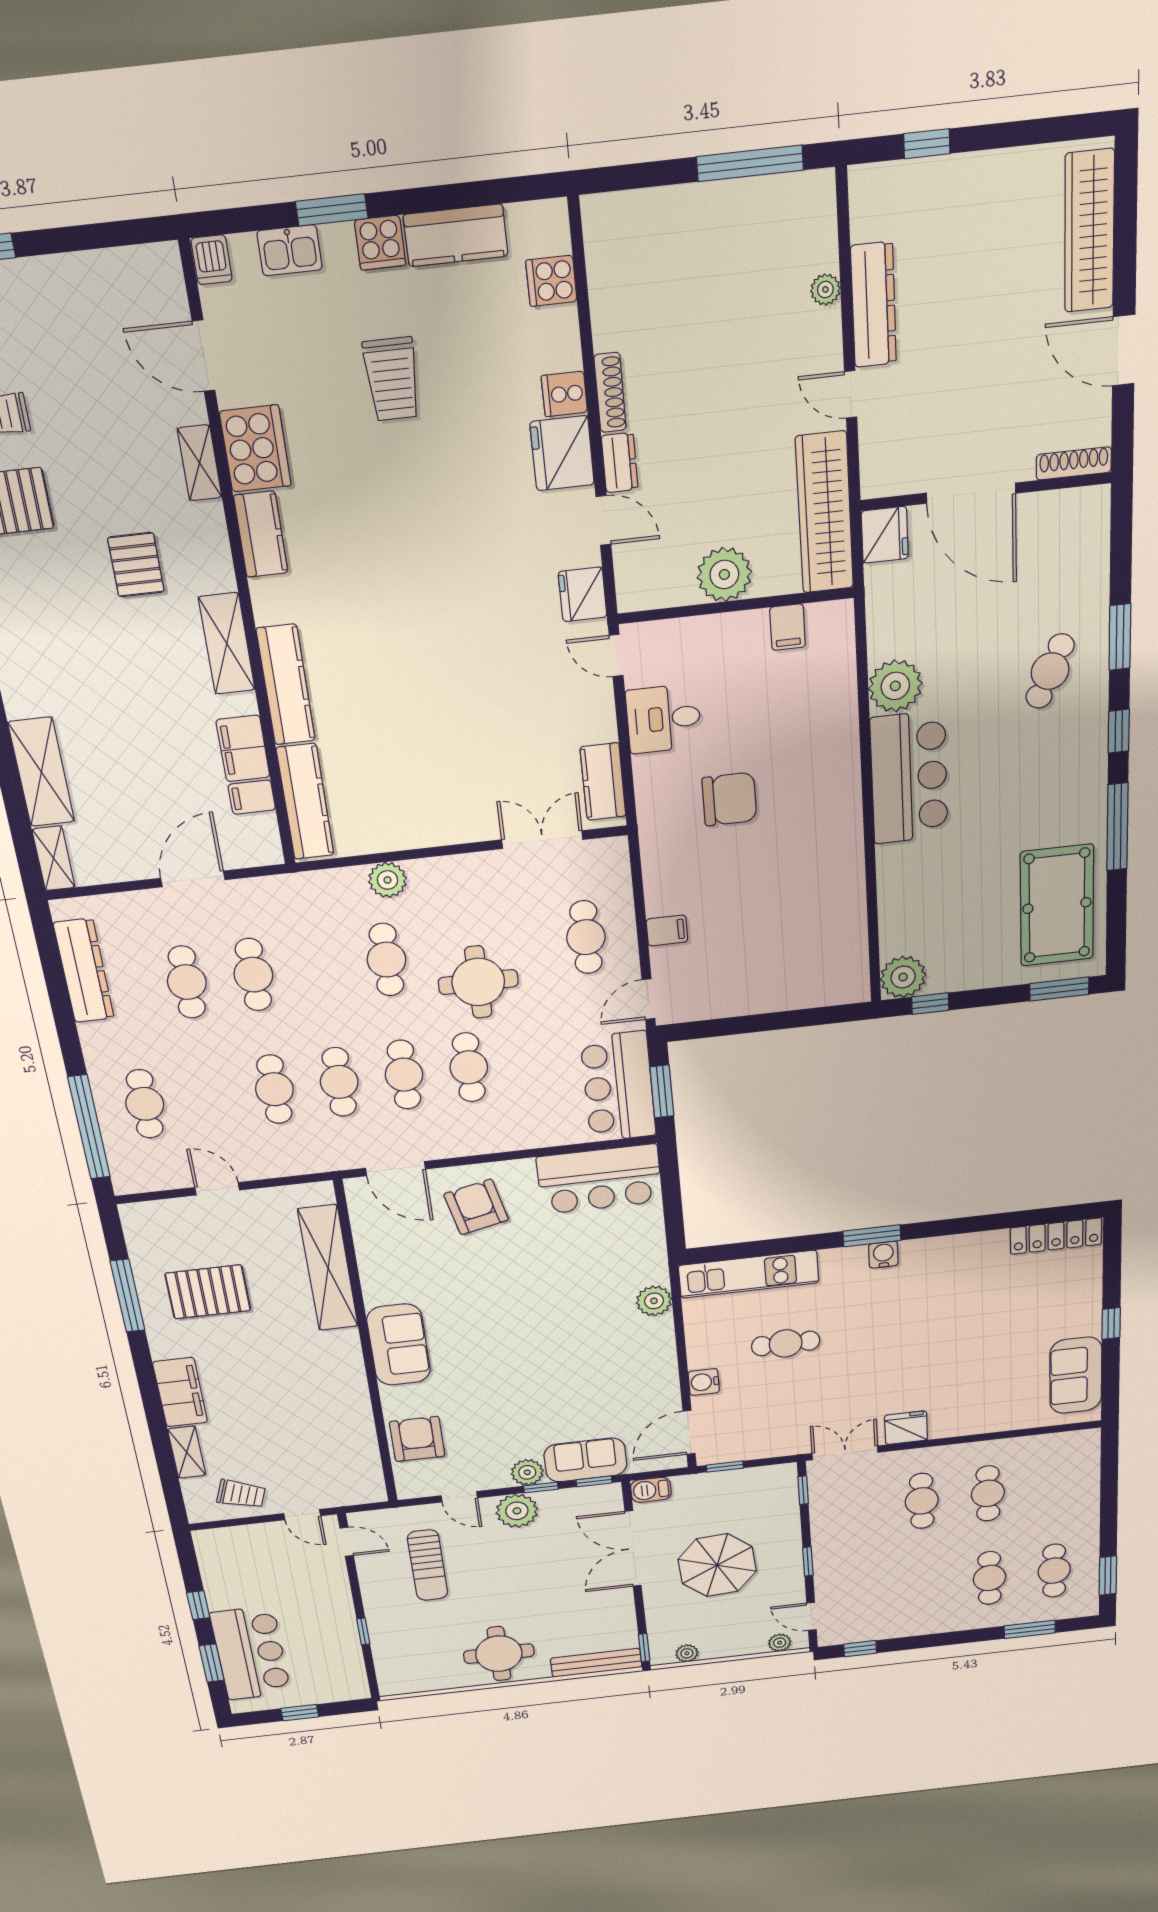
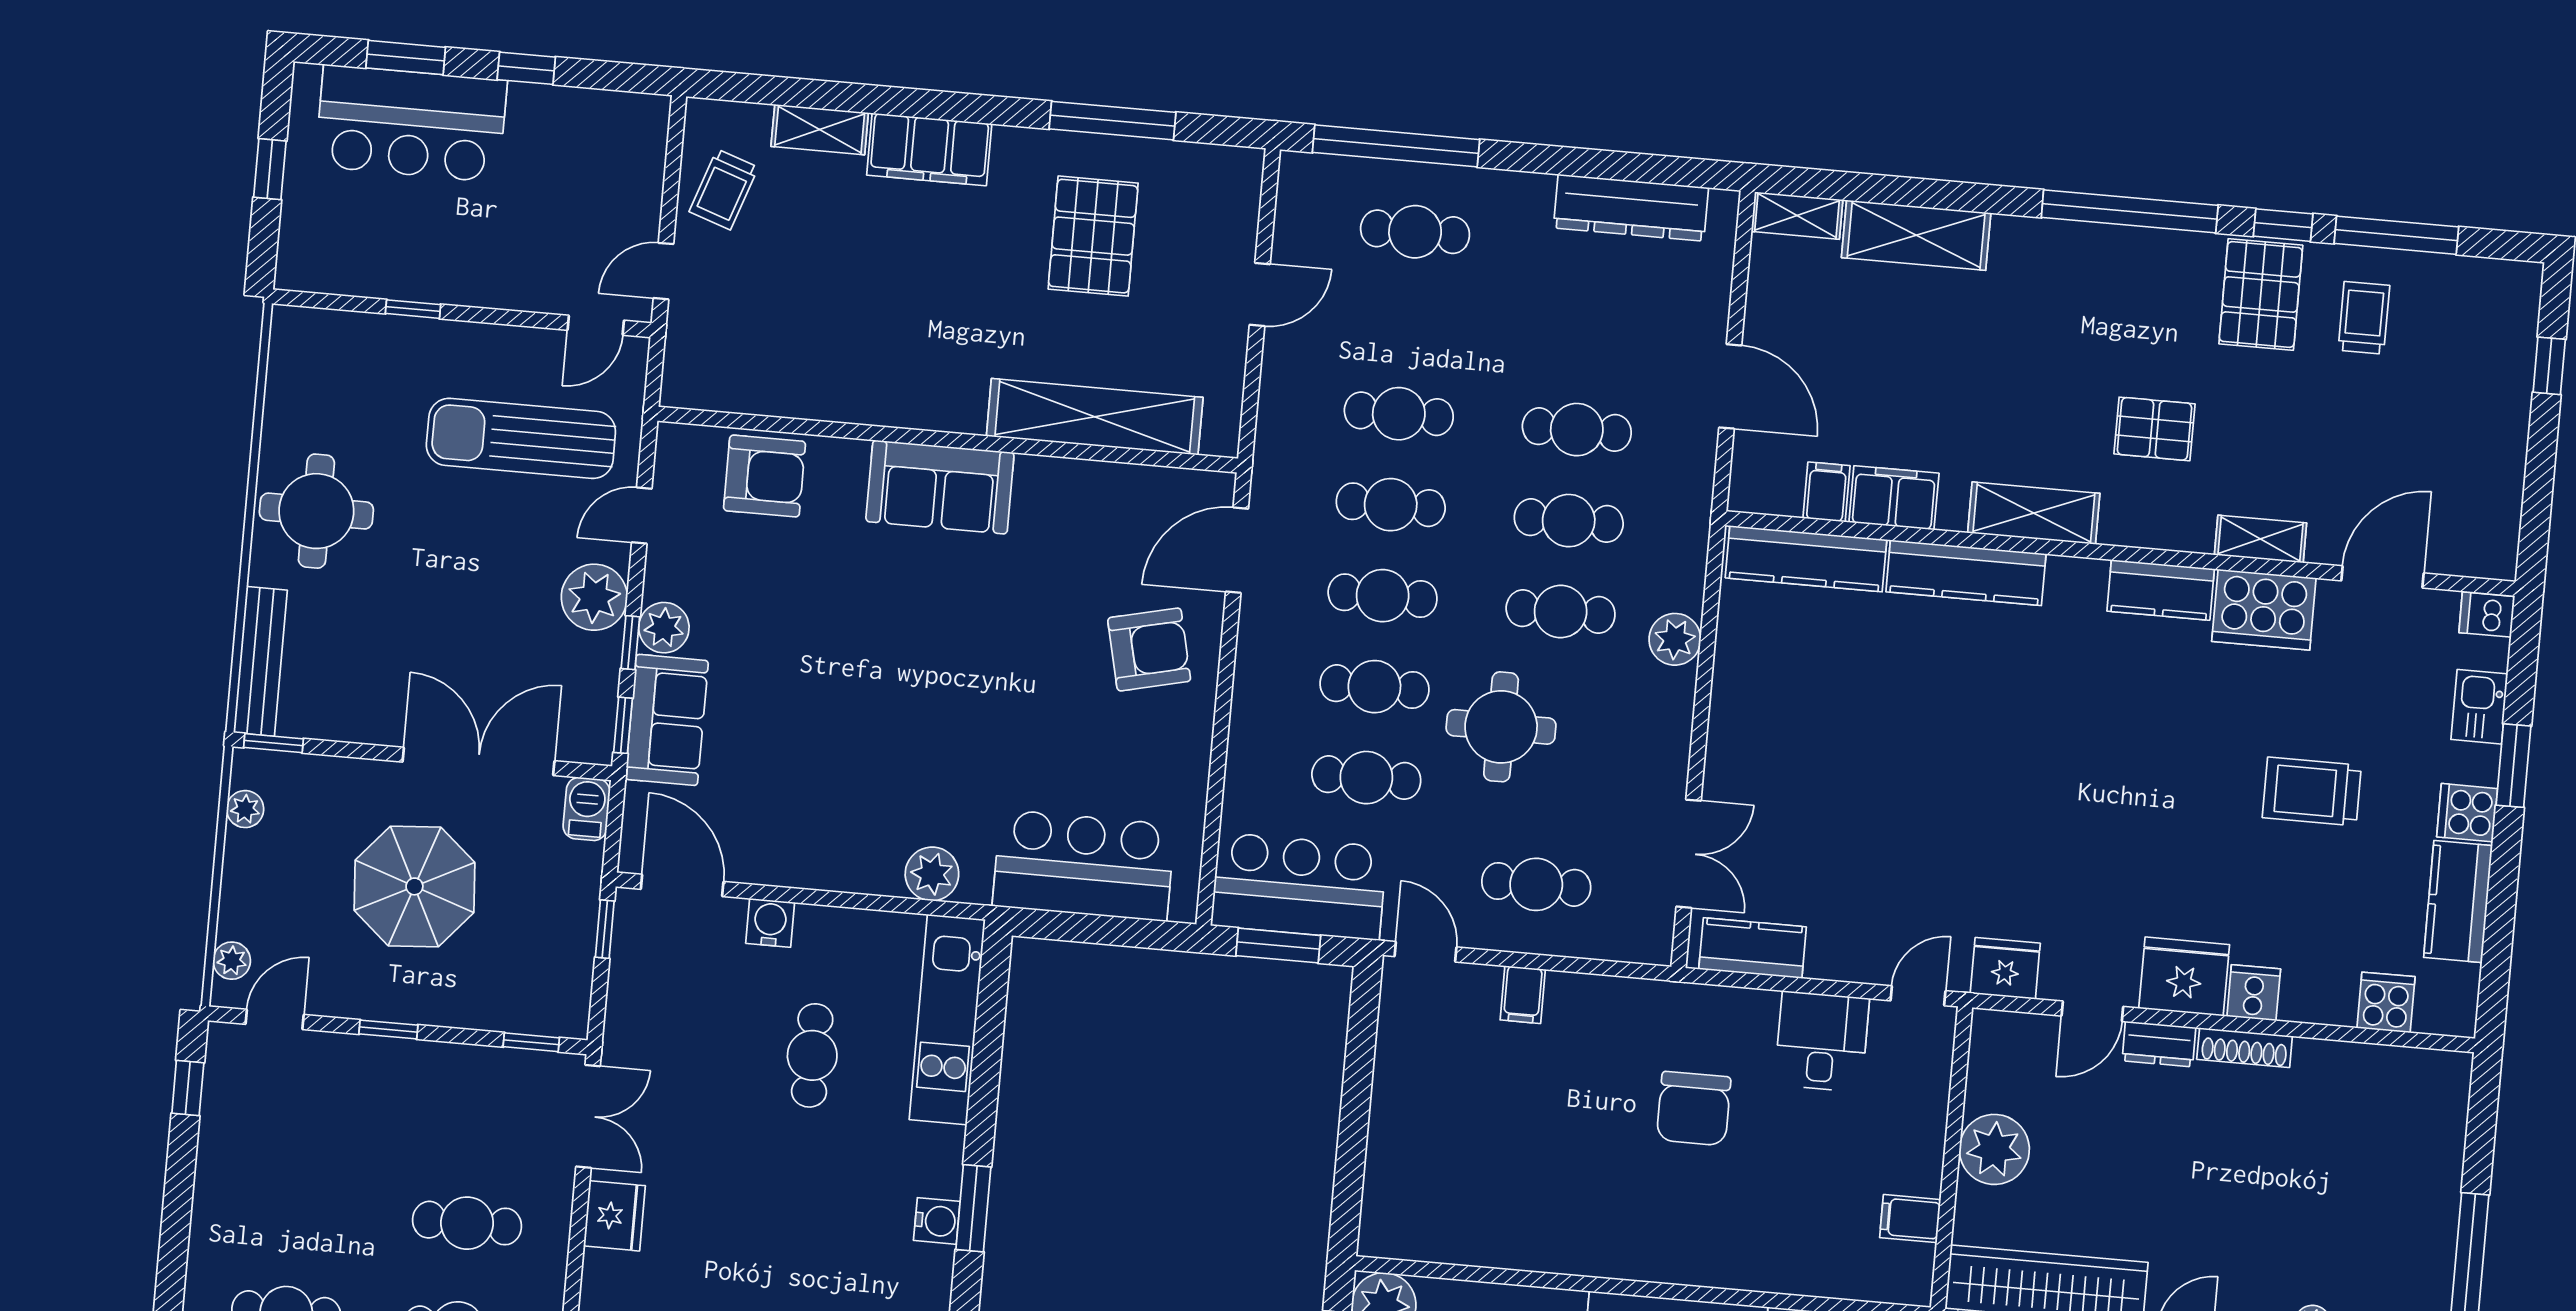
cafe table: (187, 982) -> (1569, 521), moved
cafe table: (534, 1060) -> (1366, 778), added
bar counter: (599, 1179) -> (1084, 865), moved, turned 90
sun lounger: (428, 1565) -> (521, 438), width x1.36, depth x1.34

